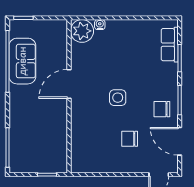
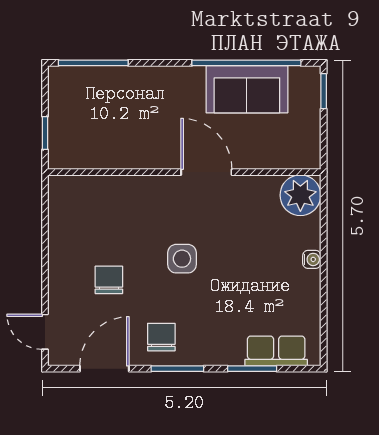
water cooler: (100, 25) -> (312, 259), moved

